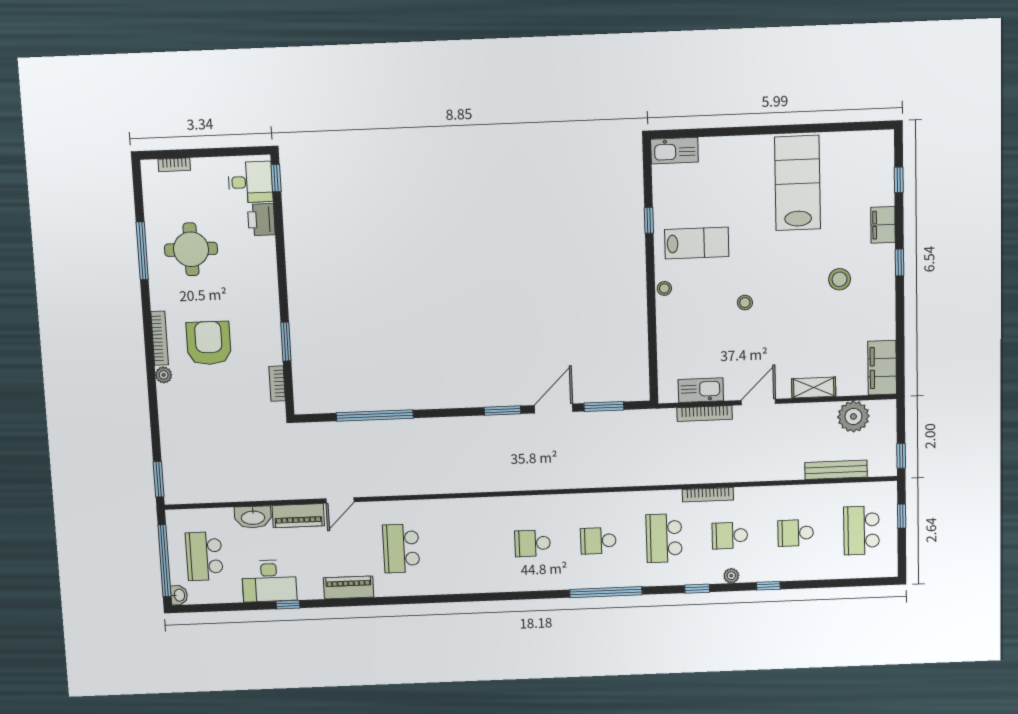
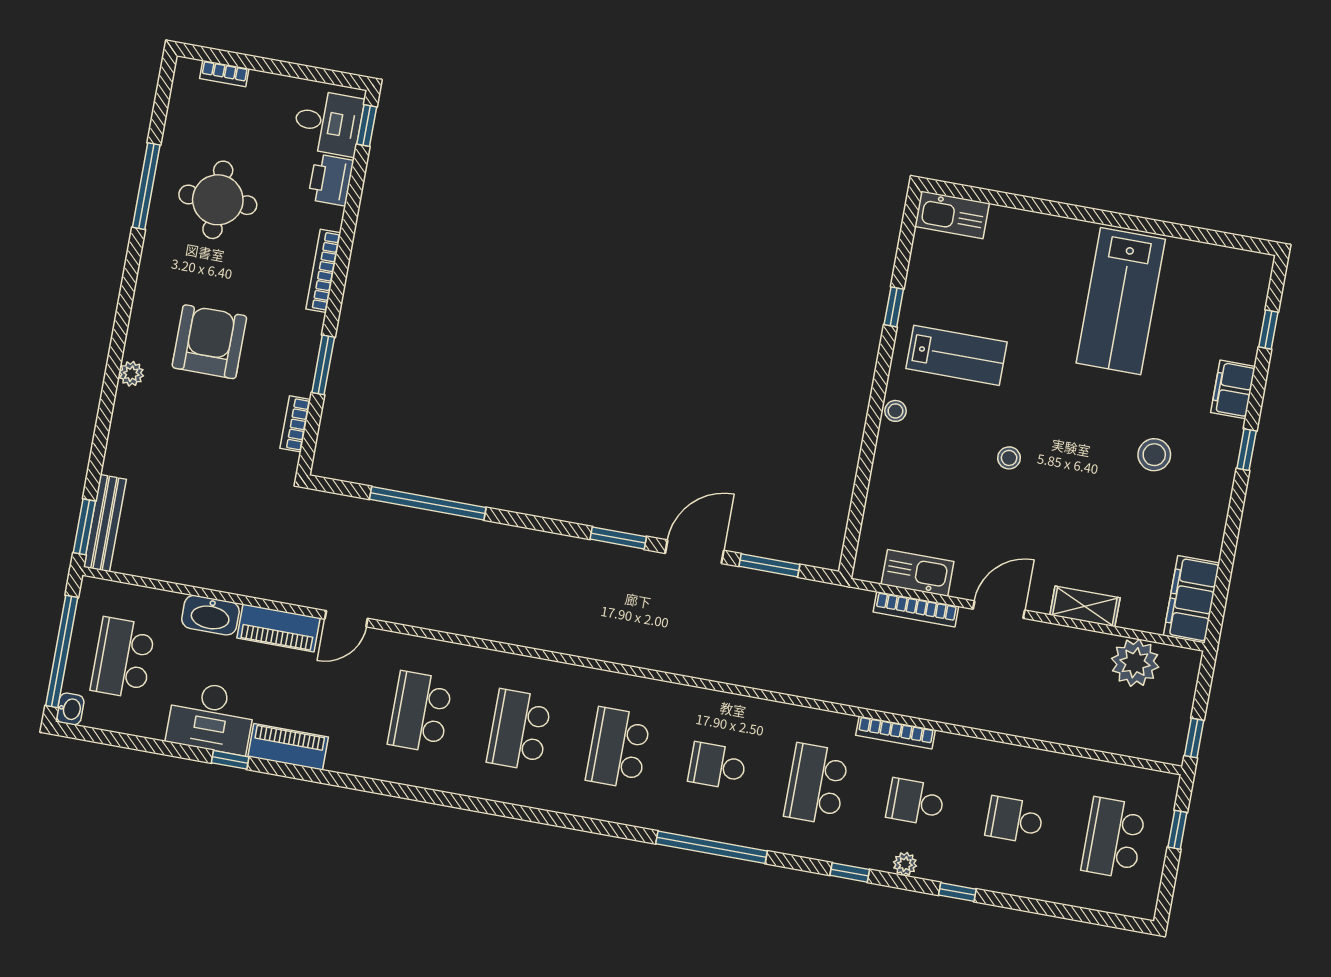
lab bench: (798, 183) -> (1121, 301), turned 180
bookcase: (160, 338) -> (323, 271), moved, turned 180
bench: (836, 470) -> (105, 523), moved, turned 90
school desk: (533, 543) -> (618, 748), width x1.85
school desk: (467, 546) -> (519, 730), added
piano: (349, 587) -> (288, 747), moved

